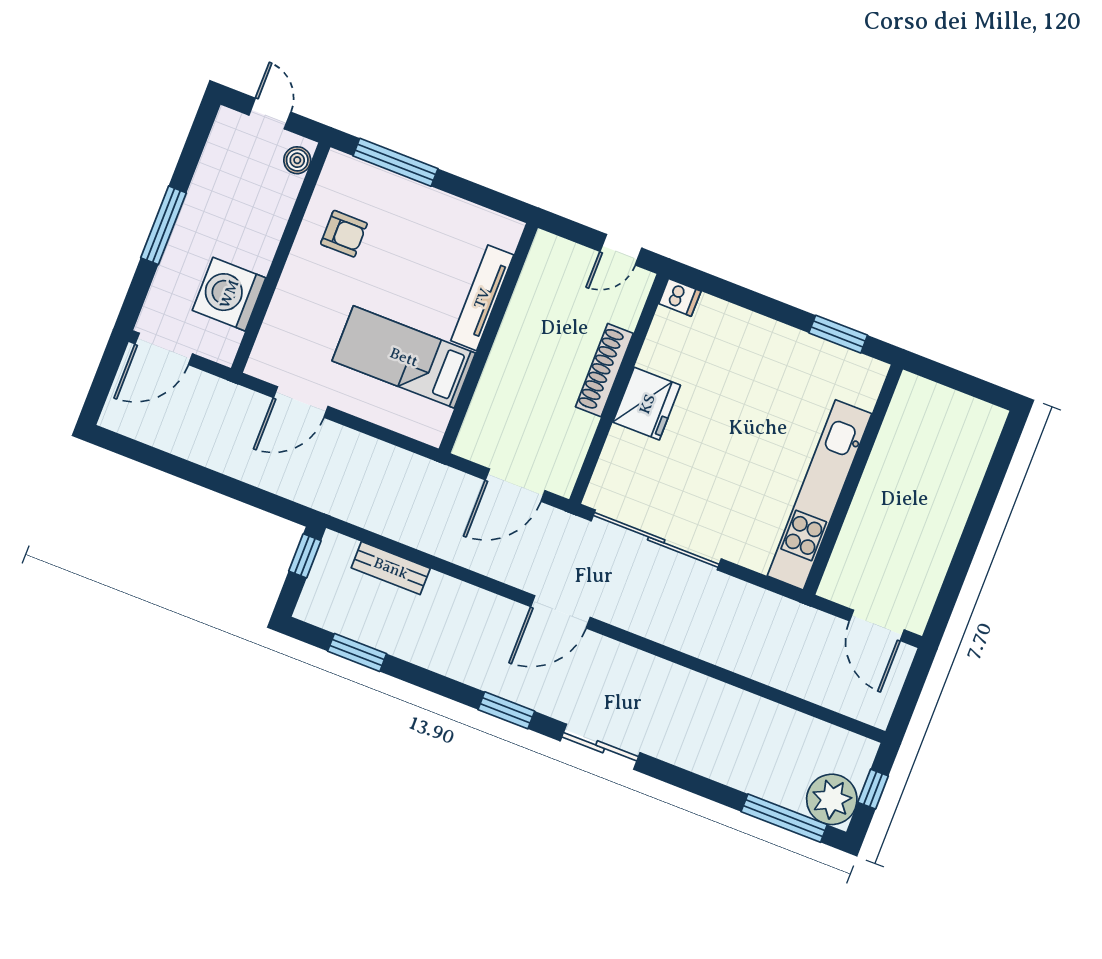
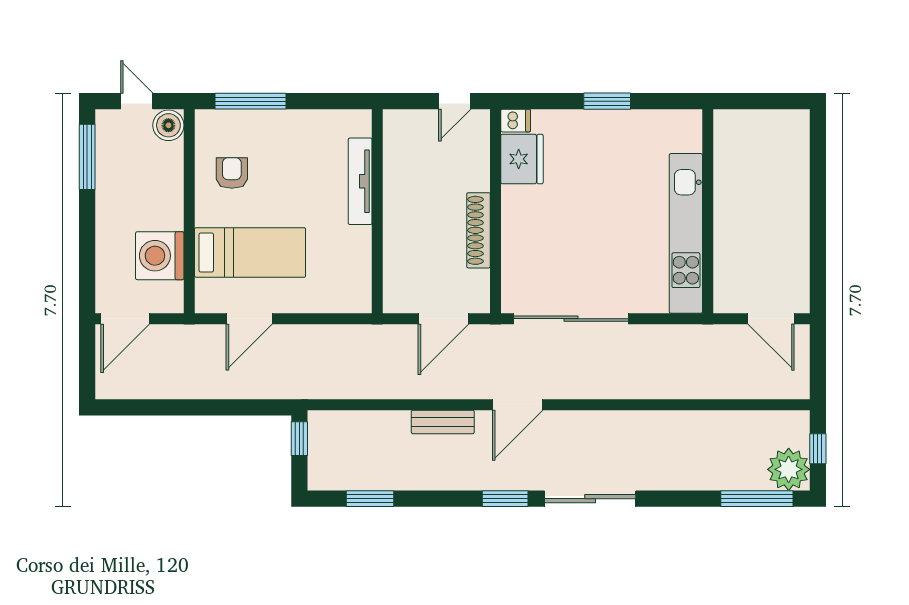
boiler: (297, 160) -> (168, 125), width x1.36, depth x1.36
window: (164, 225) -> (87, 157), moved
armchair: (344, 234) -> (232, 173), turned -90
window: (838, 334) -> (607, 101), moved
bed: (404, 357) -> (250, 252), moved, turned 180
shoe rack: (604, 370) -> (478, 230), moved
fridge: (647, 404) -> (522, 159), moved
bench: (391, 568) -> (443, 422), moved
sliding door: (600, 747) -> (590, 499), width x1.37

